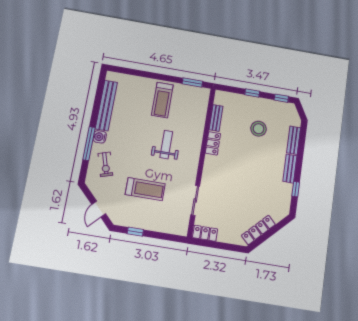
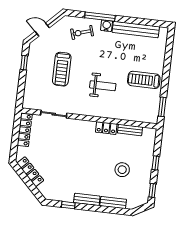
locker: (205, 233) -> (25, 130), width x1.53

